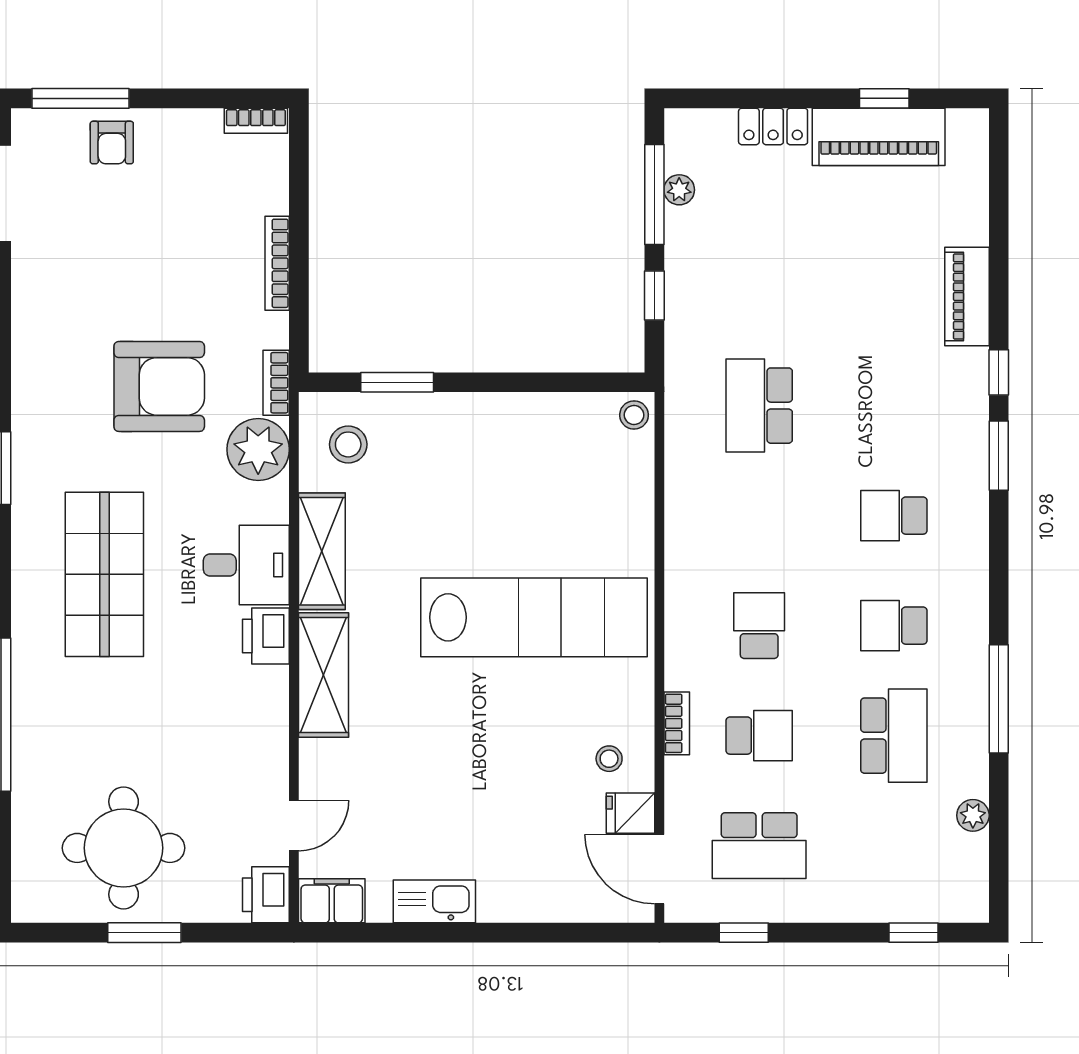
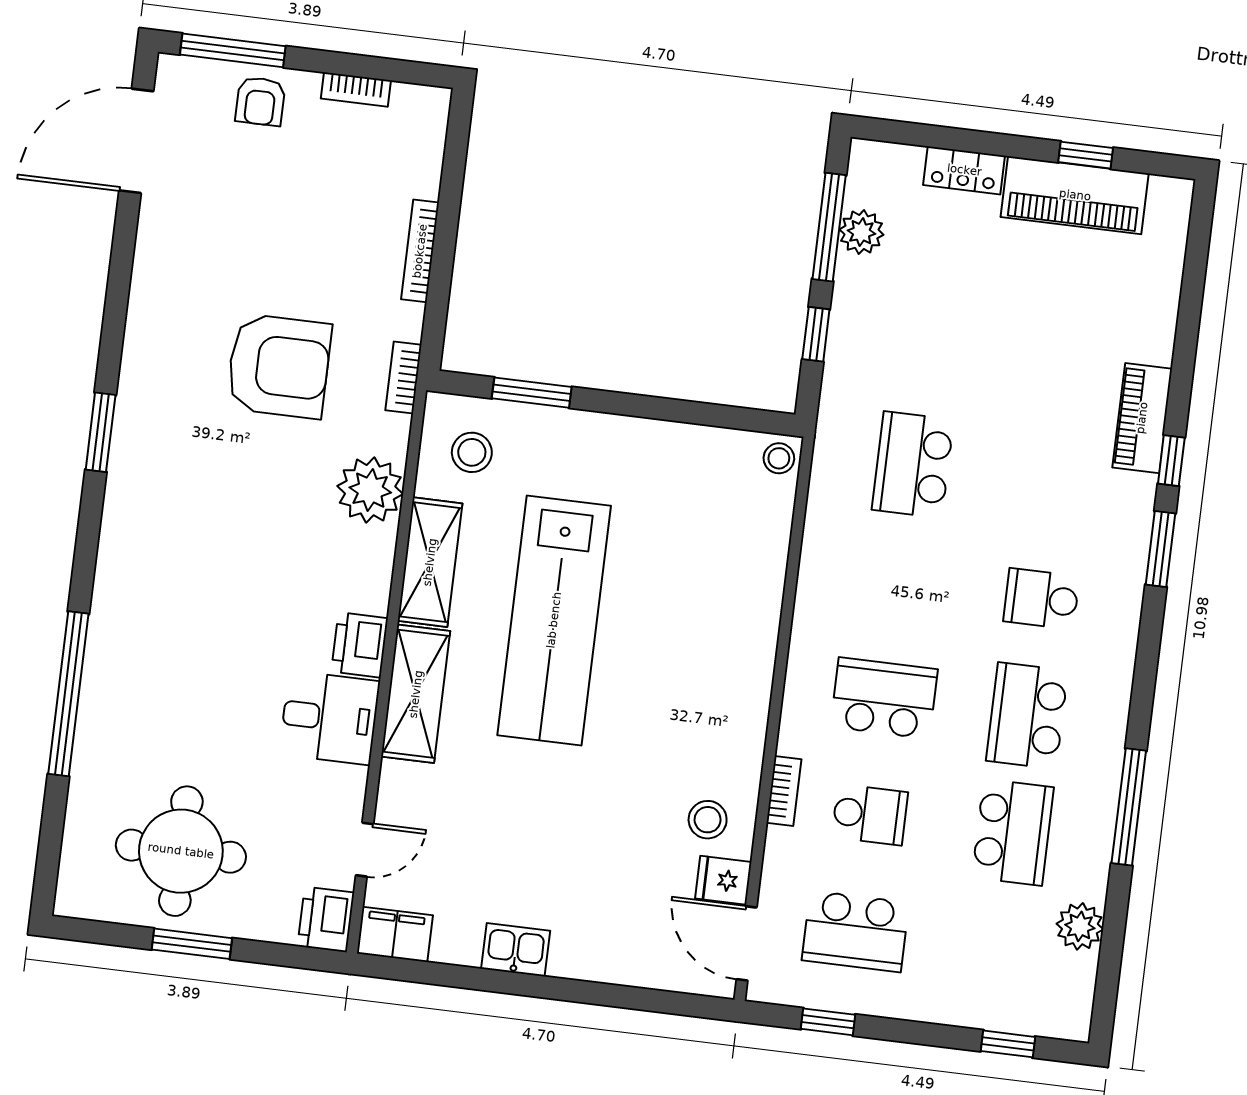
bookcase: (256, 121) -> (356, 89), moved
plant: (679, 190) -> (861, 232), width x1.38, depth x1.38
piano: (967, 296) -> (1142, 418), moved
plant: (258, 449) -> (370, 490), moved
desk: (246, 565) -> (330, 718), moved
shop shelf: (104, 574) -> (196, 558), removed
lab bench: (534, 617) -> (554, 620), moved, turned 90
school desk: (759, 626) -> (884, 698), width x1.85
school desk: (894, 626) -> (1027, 716), width x1.85
stool: (609, 759) -> (708, 820), width x1.37, depth x1.37
plant: (973, 815) -> (1080, 926), width x1.38, depth x1.38
kitchen sink: (434, 901) -> (516, 950), width x0.73

